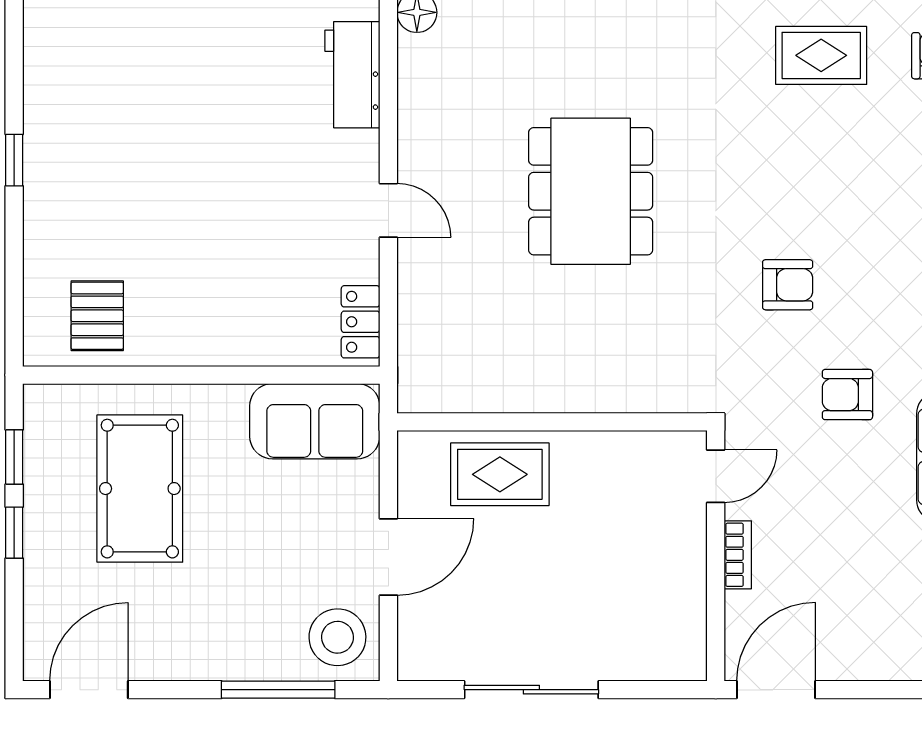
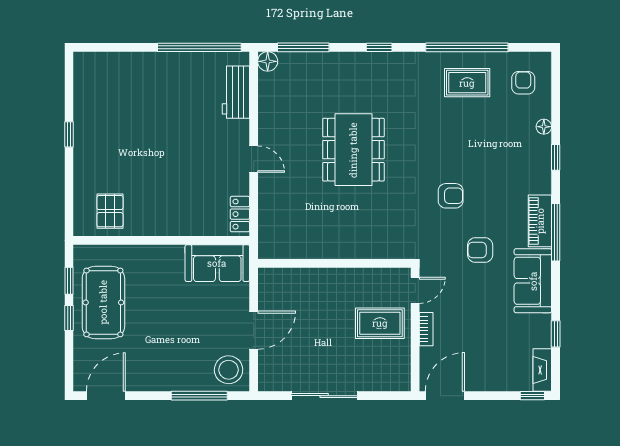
rug: (500, 474) -> (380, 323), moved
pool table: (140, 489) -> (103, 302), moved

